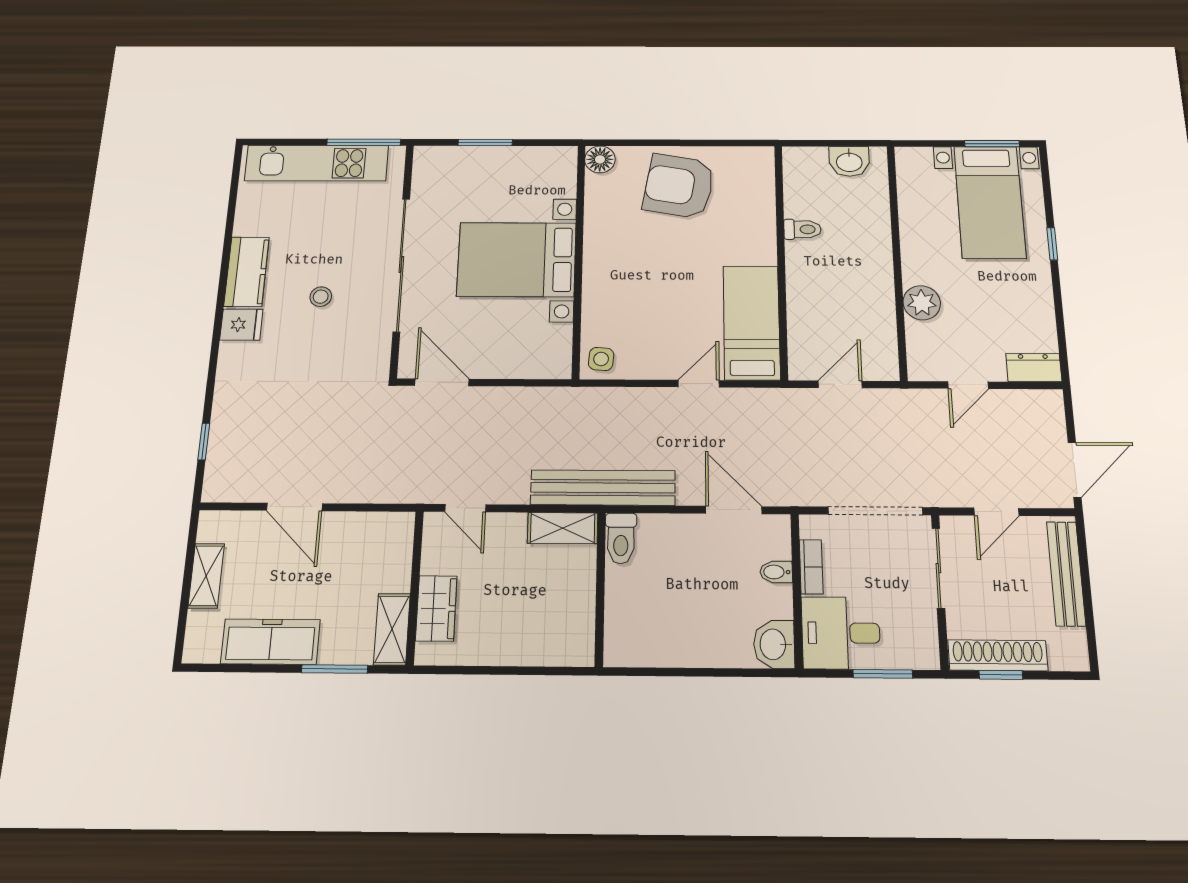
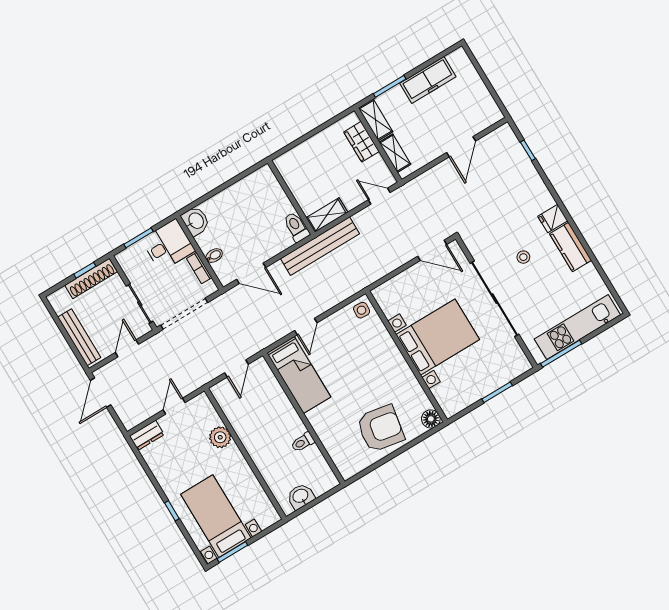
door: (295, 507) -> (461, 147), swing flipped
shelving: (206, 576) -> (395, 153), moved

